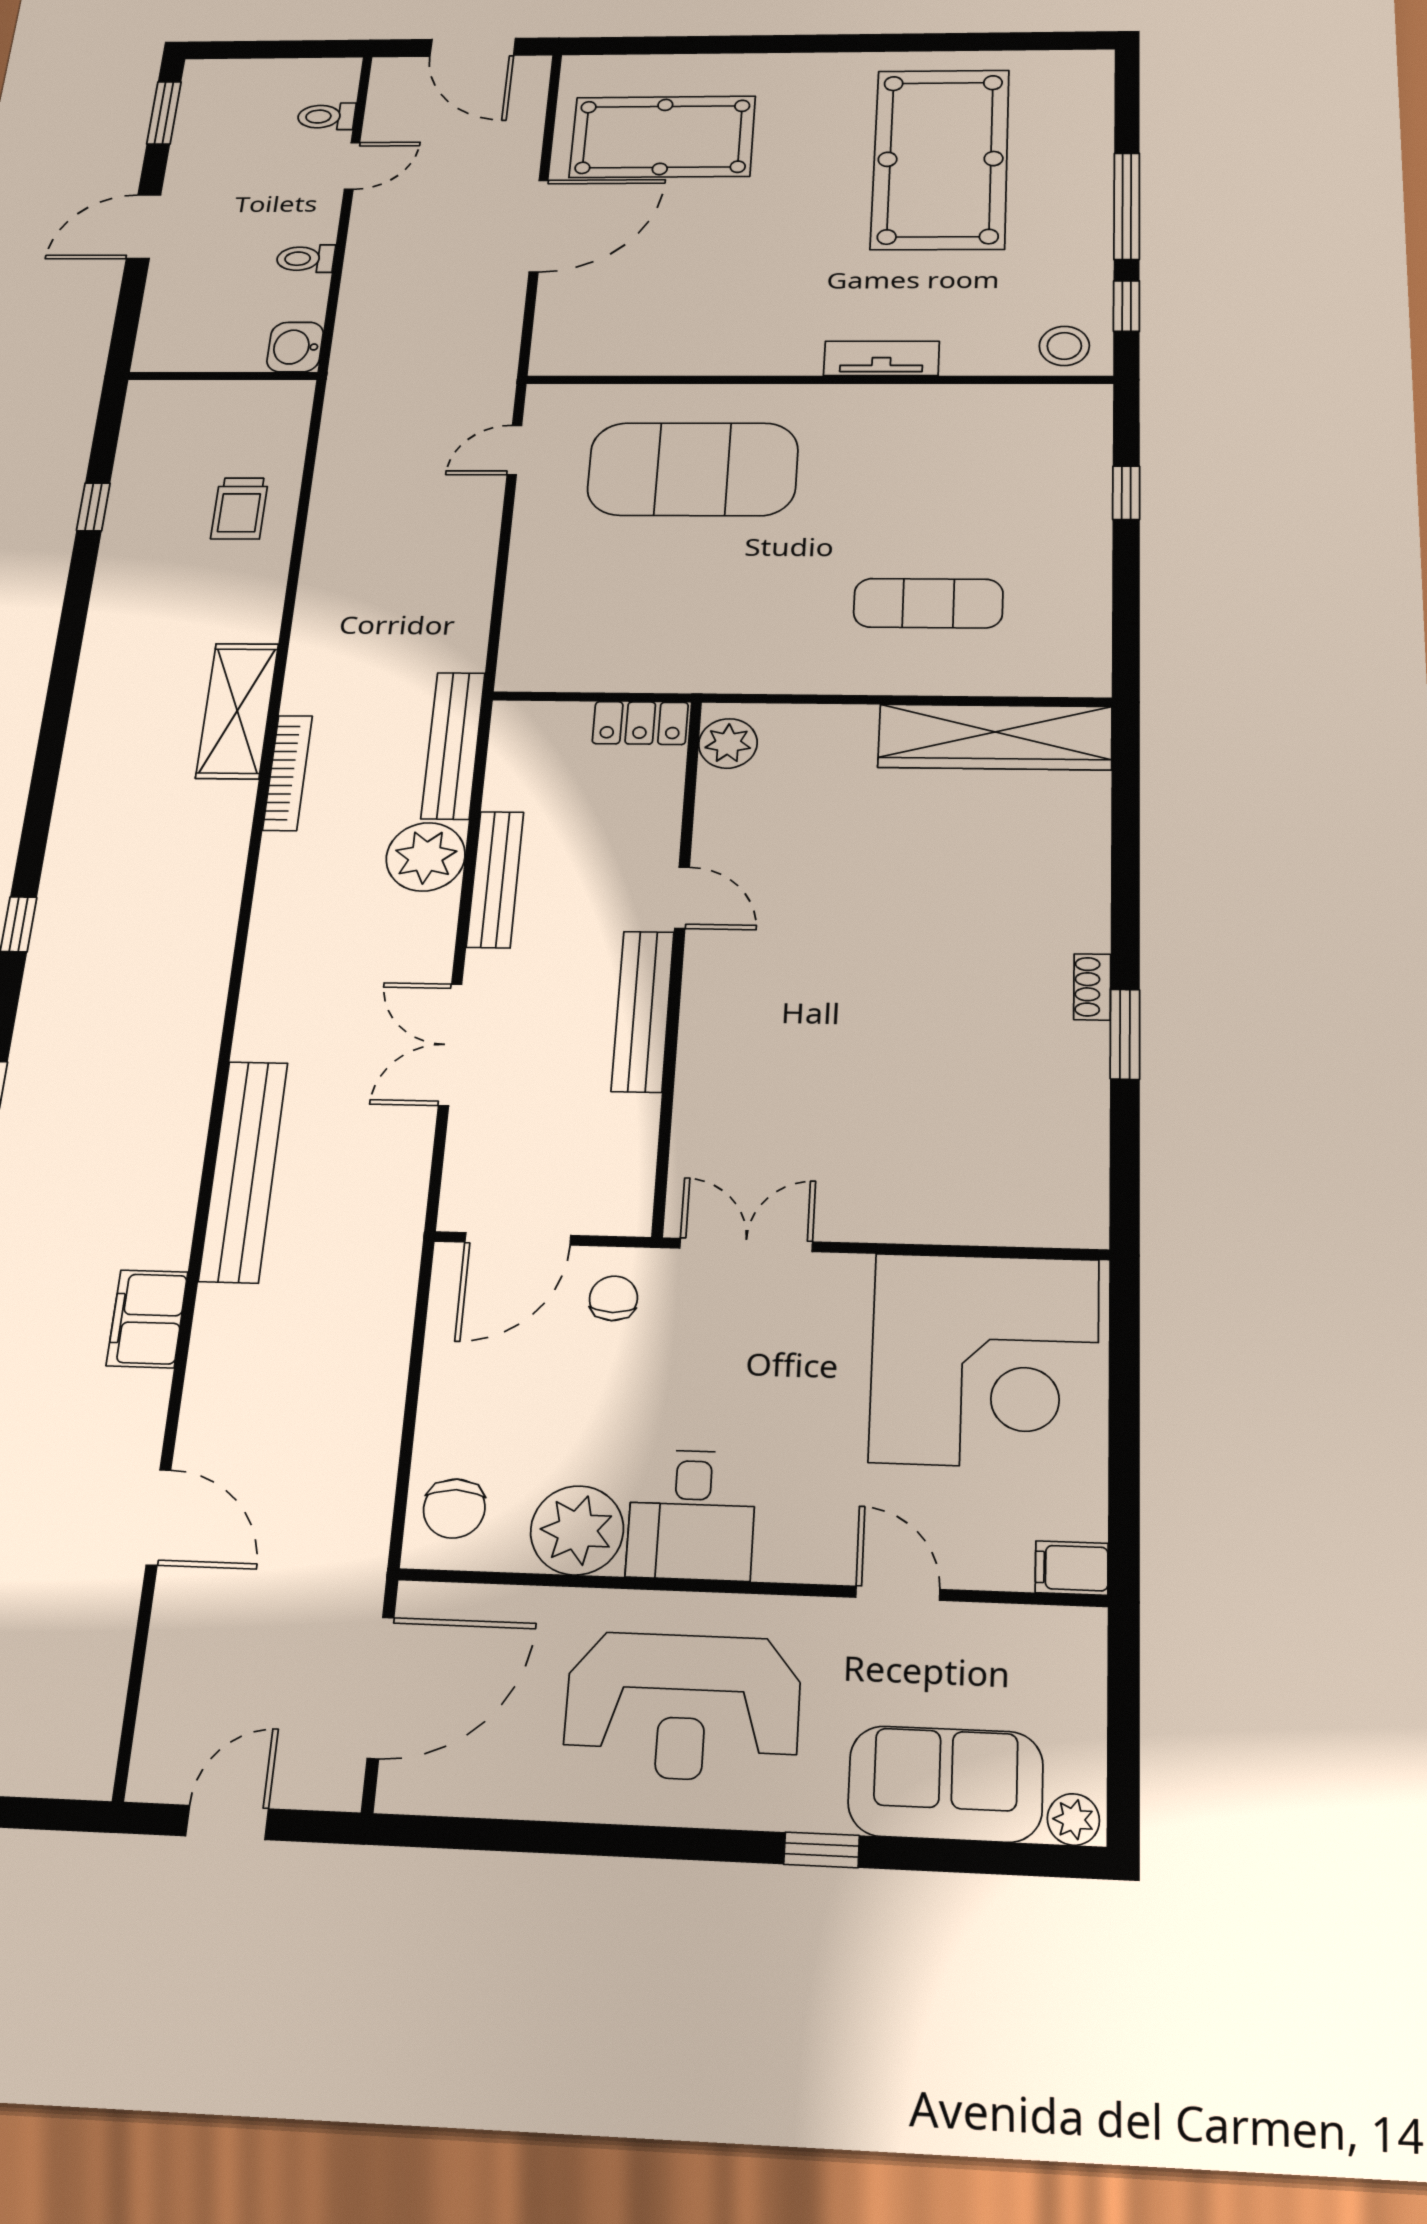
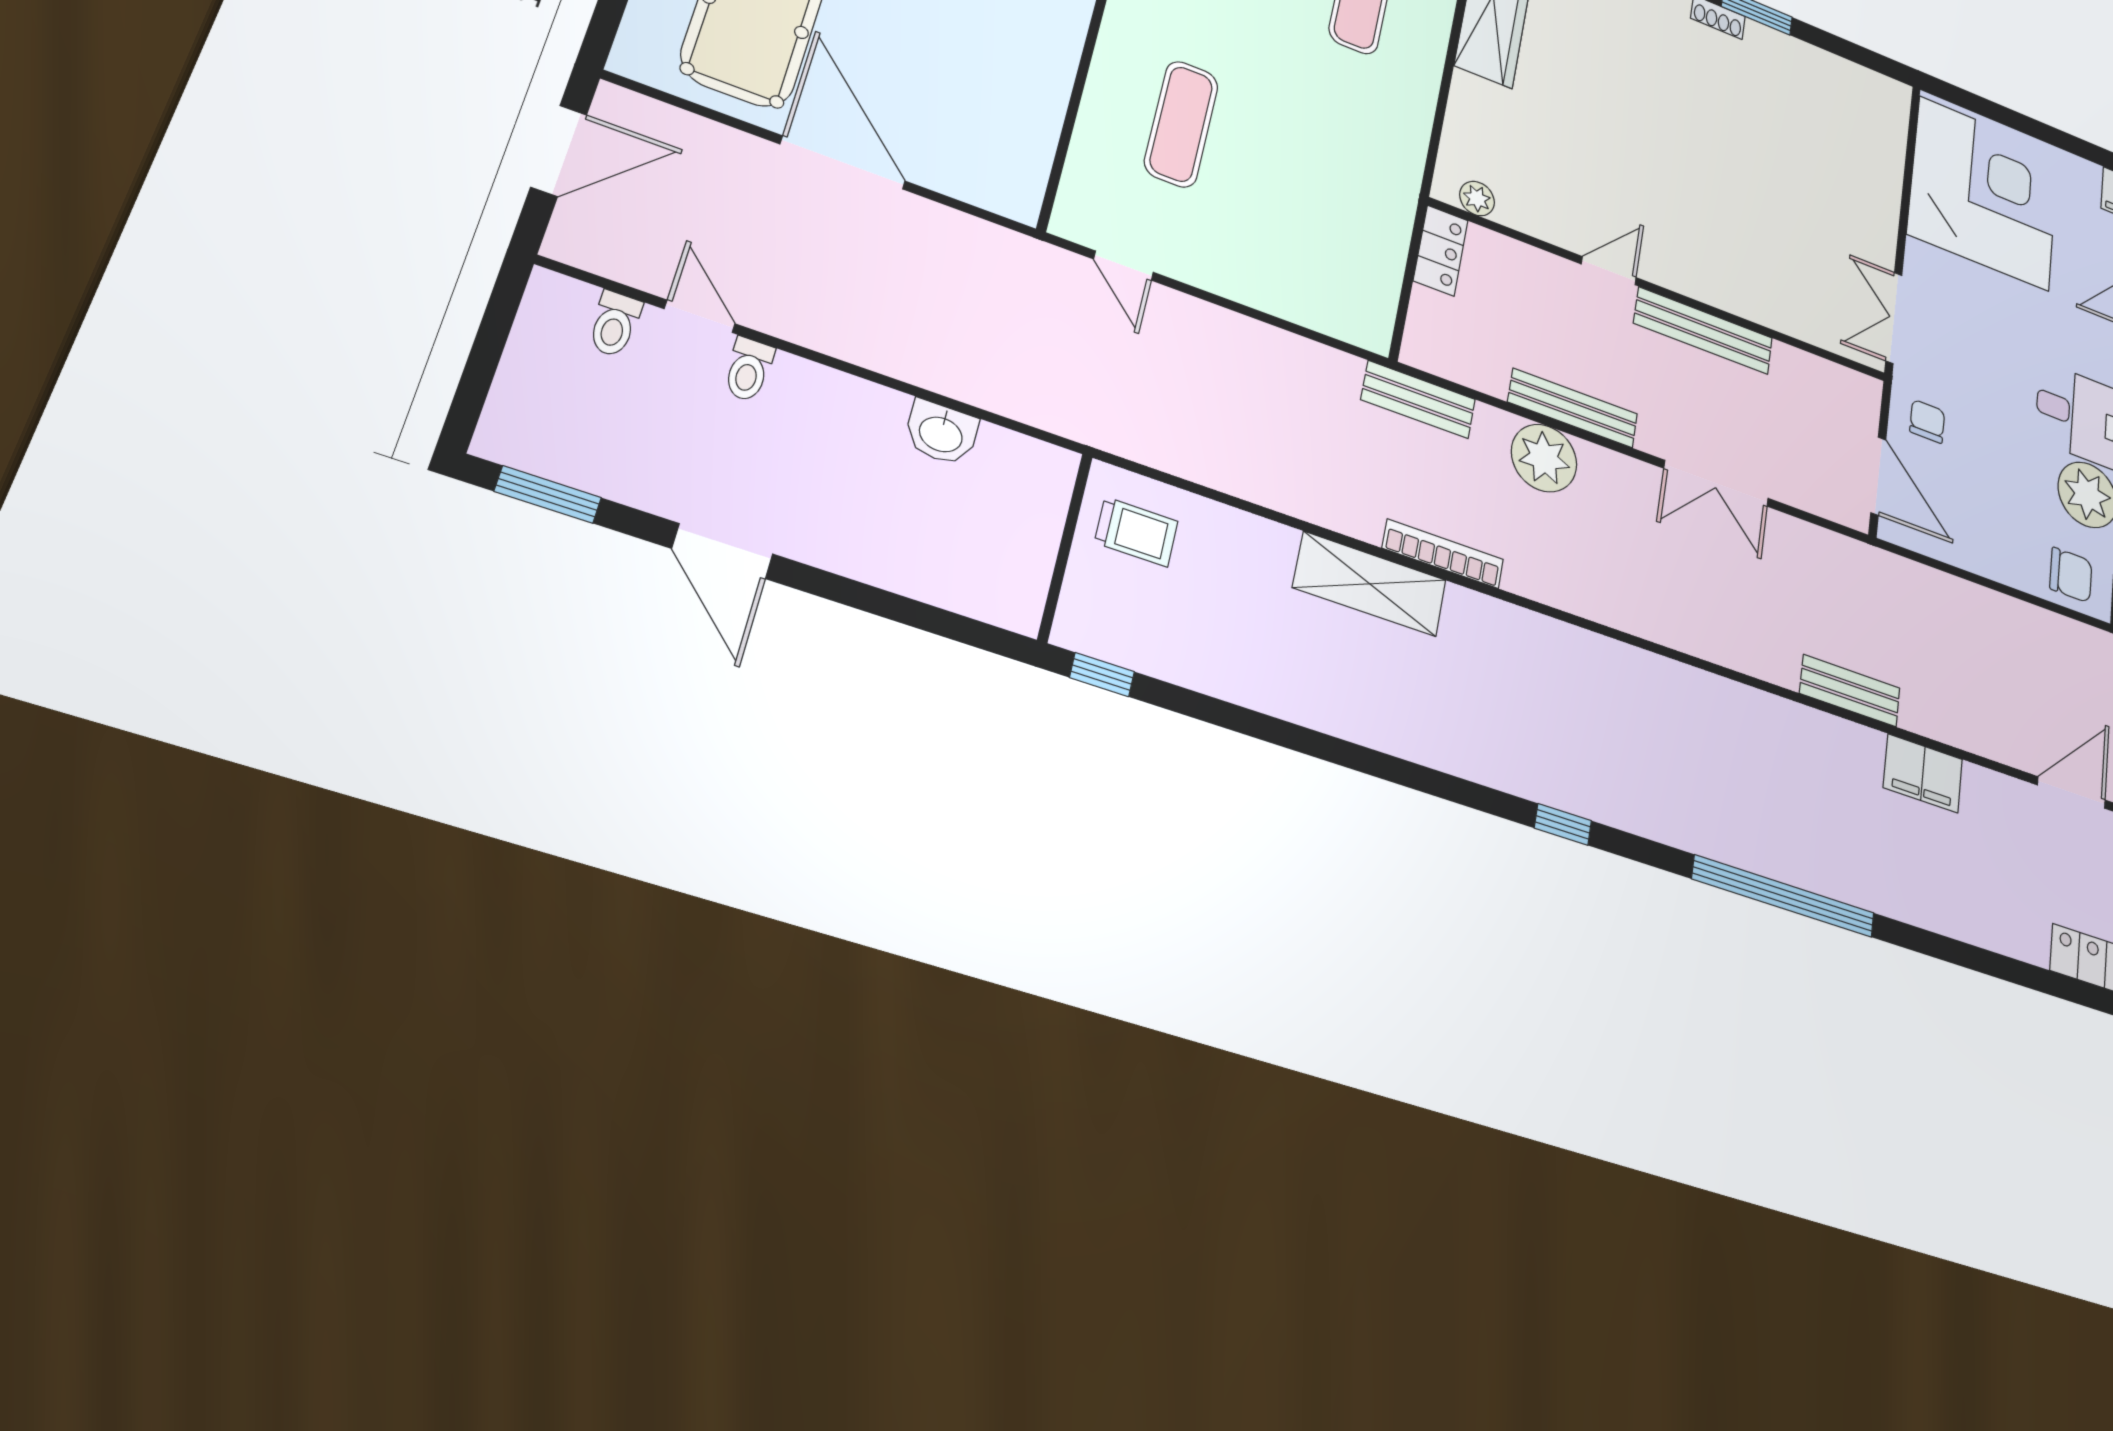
toilet: (306, 259) -> (748, 370), moved
wall: (223, 376) -> (1065, 547), moved
exercise mat: (693, 469) -> (1181, 124), width x0.50, depth x0.69
plant: (728, 743) -> (1477, 199), width x0.73, depth x0.73
bench: (453, 745) -> (1418, 399), width x0.73
bench: (244, 1171) -> (1850, 691), width x0.54, depth x0.82
chair: (613, 1298) -> (1927, 421), turned 90

